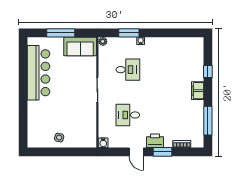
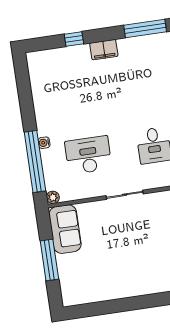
window: (129, 33) -> (35, 161), width x2.11
desk: (128, 70) -> (88, 155), width x1.37
bar counter: (38, 73) -> (112, 284), removed

